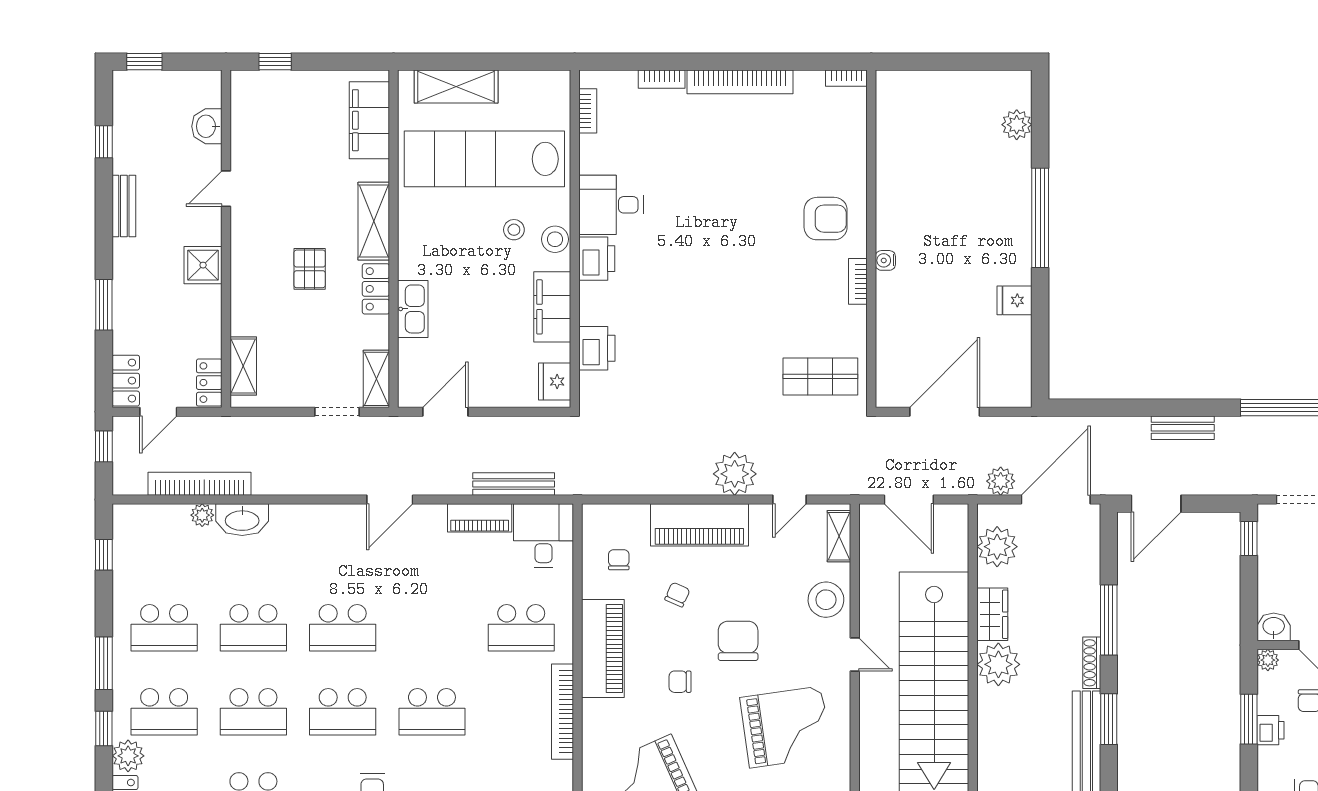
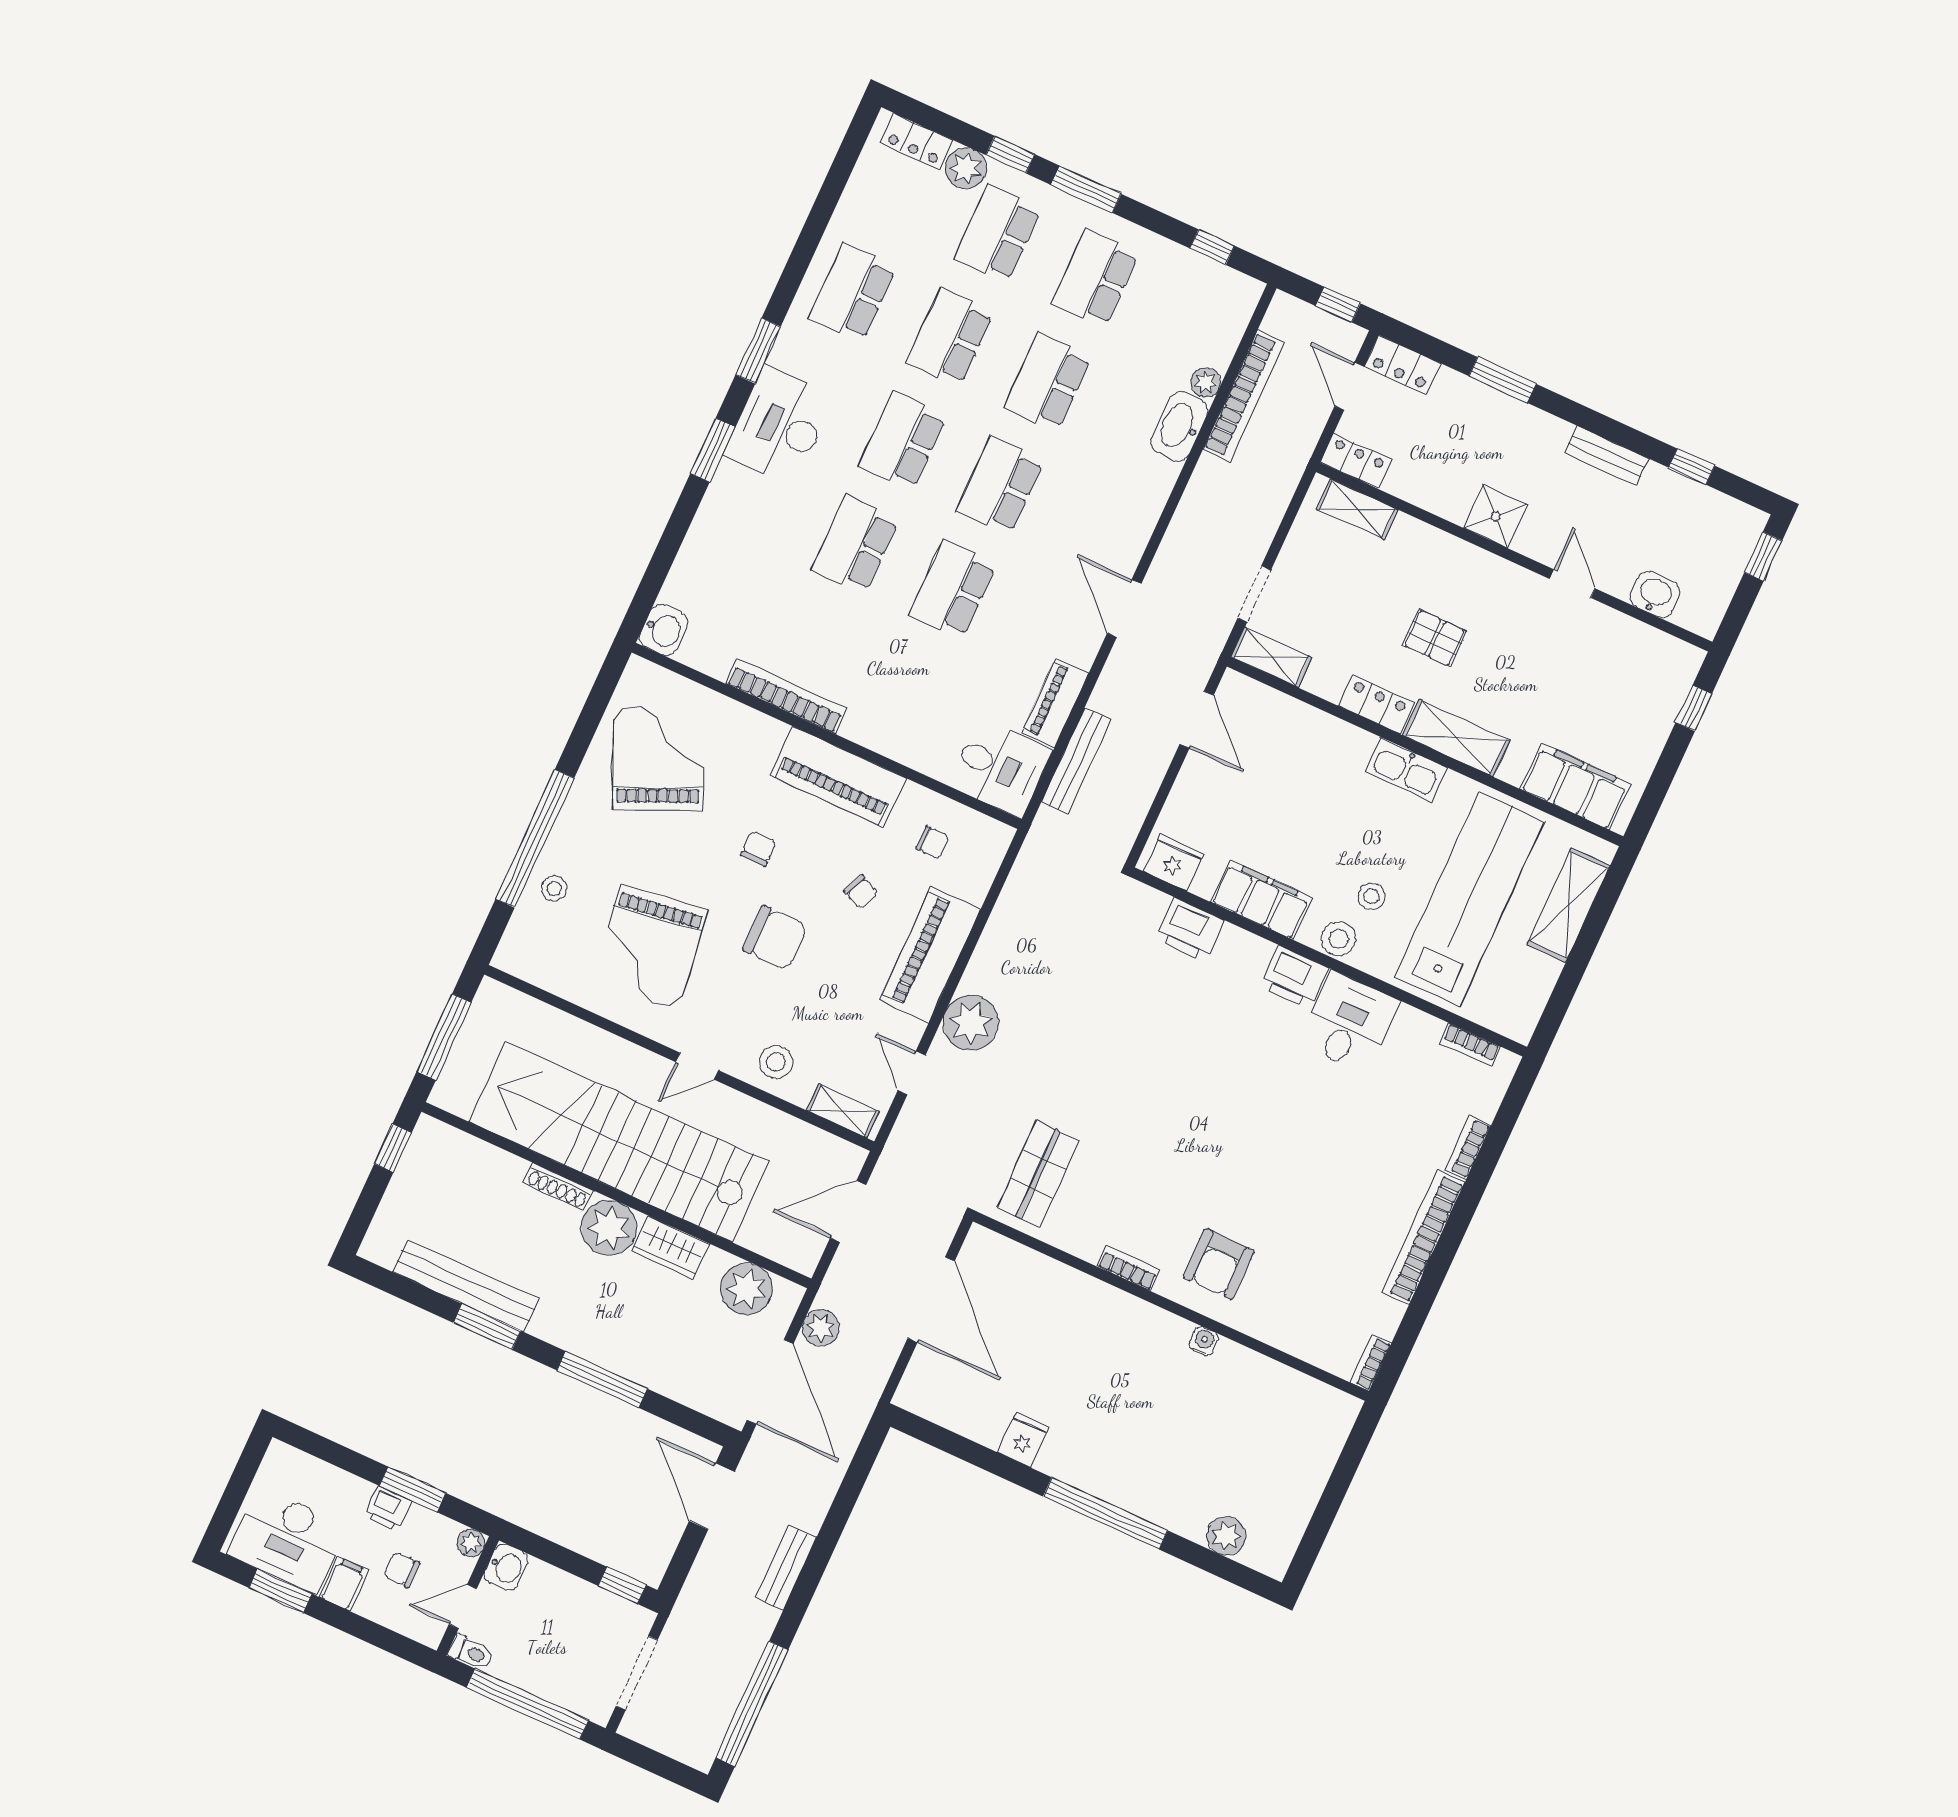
water cooler: (885, 260) -> (1204, 1341), moved
kitchen sink: (413, 309) -> (1406, 770), moved
stool: (826, 600) -> (776, 1062), width x0.73, depth x0.73
school desk: (521, 628) -> (953, 589), moved
shoe rack: (1092, 663) -> (558, 1187), moved, turned 180

